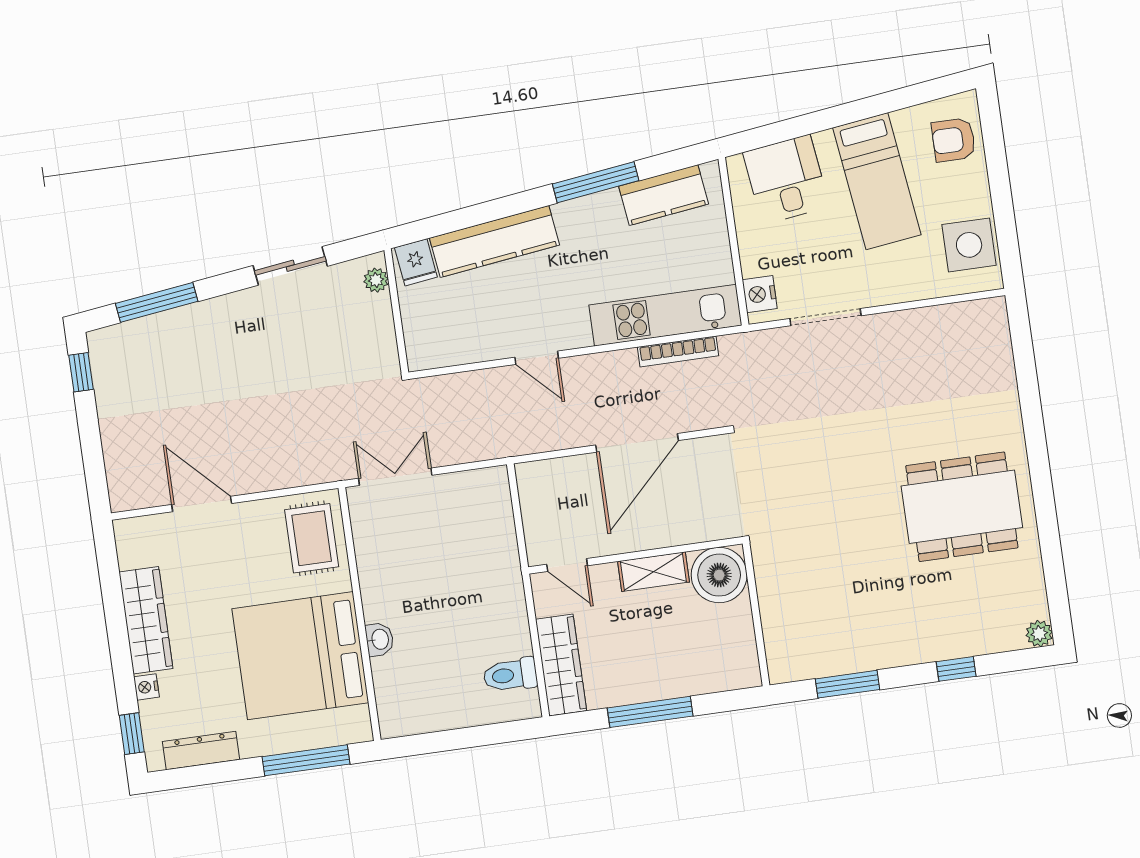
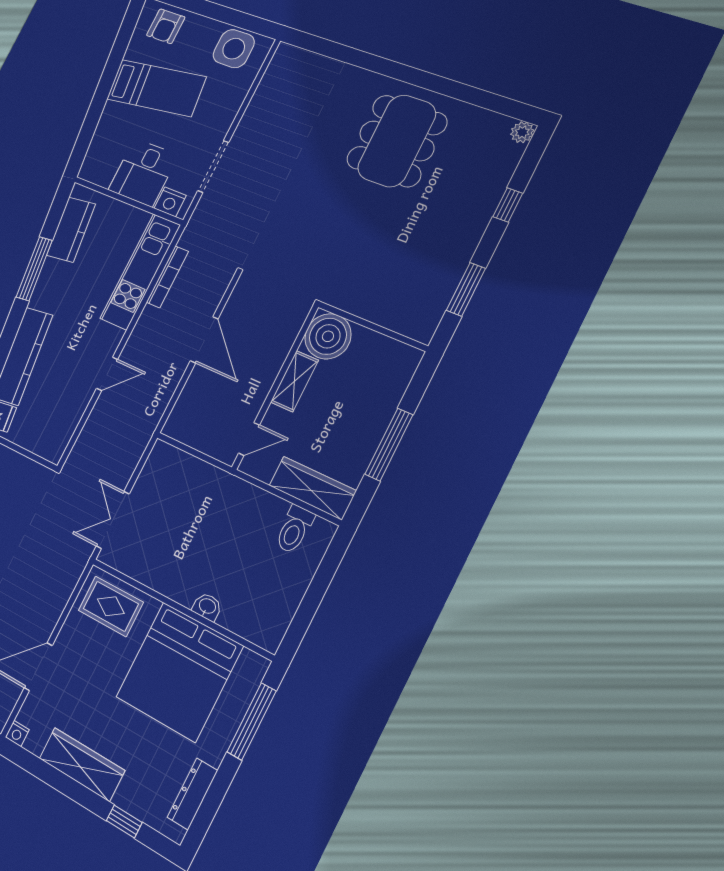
desk: (786, 179) -> (143, 173), moved, turned -83
door: (637, 443) -> (204, 340), width x0.73
nightstand: (146, 687) -> (17, 733), moved
window: (132, 734) -> (124, 822), moved

